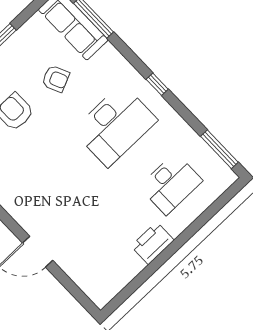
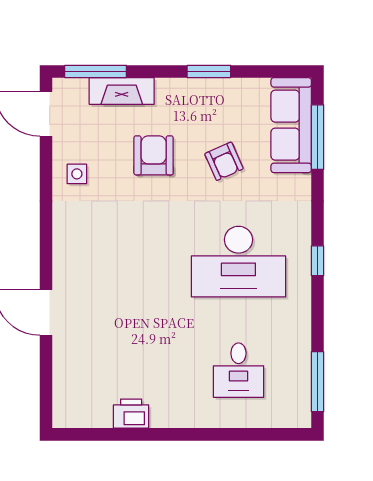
desk: (171, 184) -> (238, 370), width x0.73
printer: (152, 243) -> (131, 414), moved, width x0.73, depth x0.84

